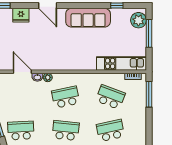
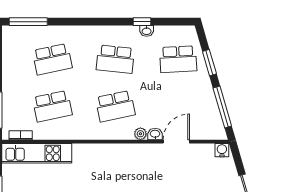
door: (22, 72) -> (176, 142), swing flipped
school desk: (110, 97) -> (52, 106), turned -33

